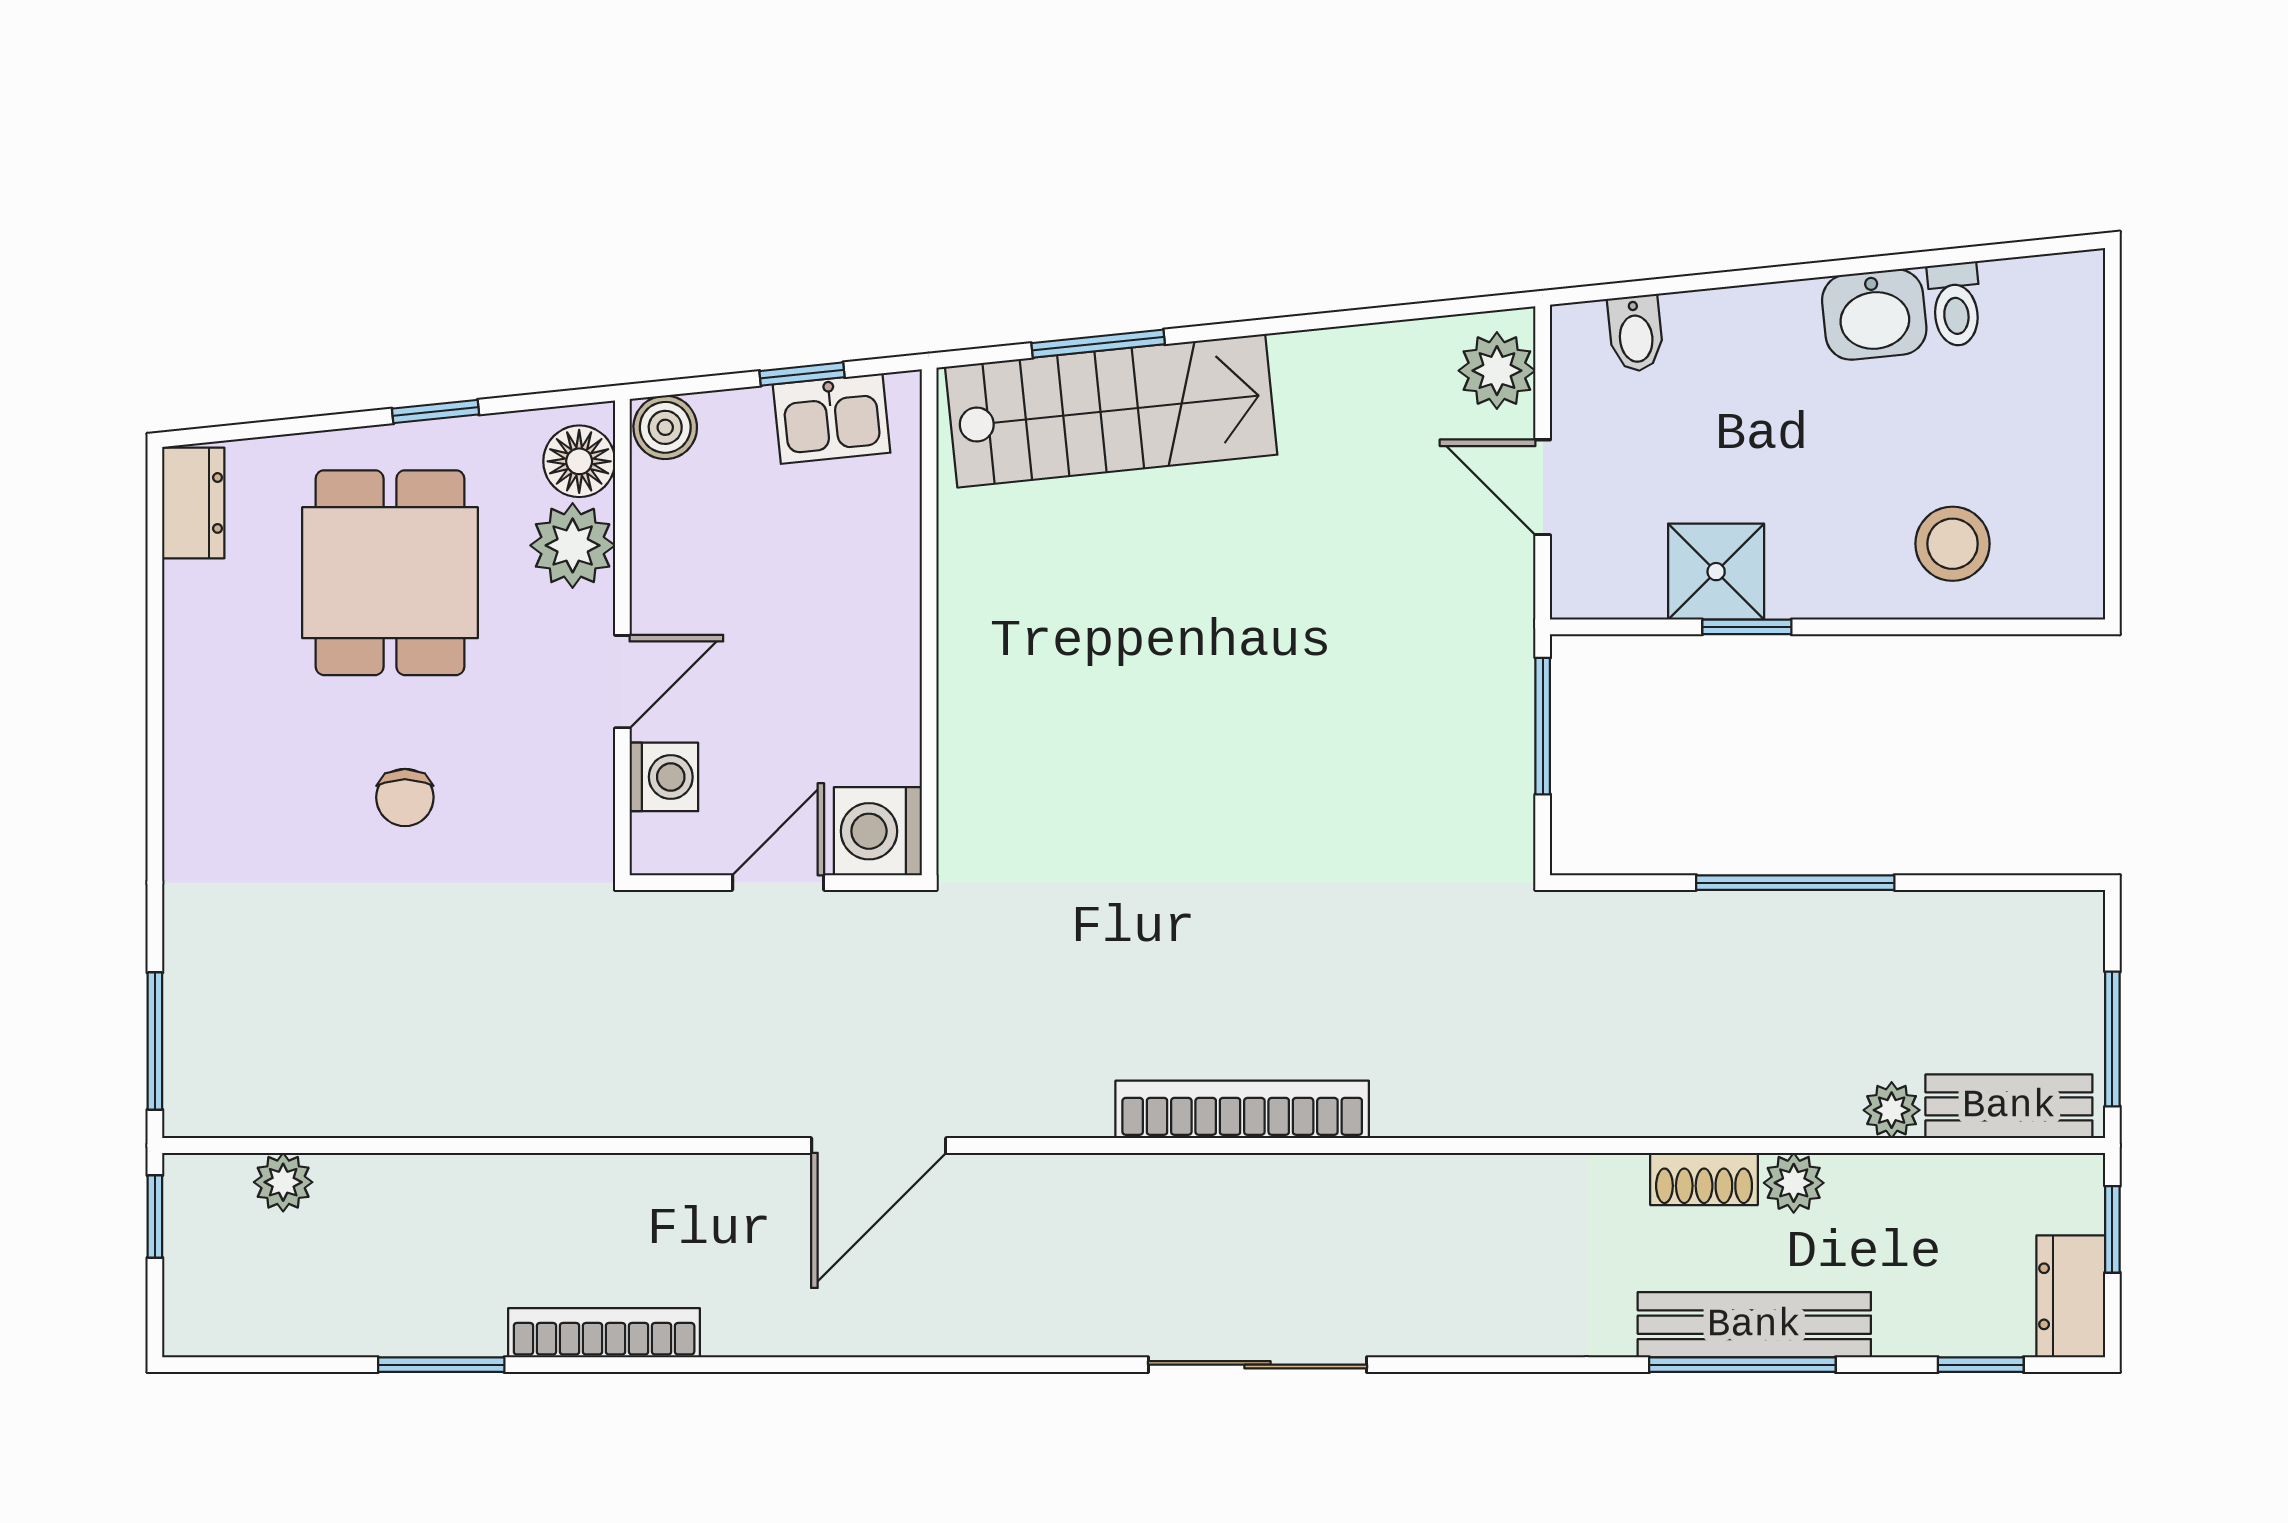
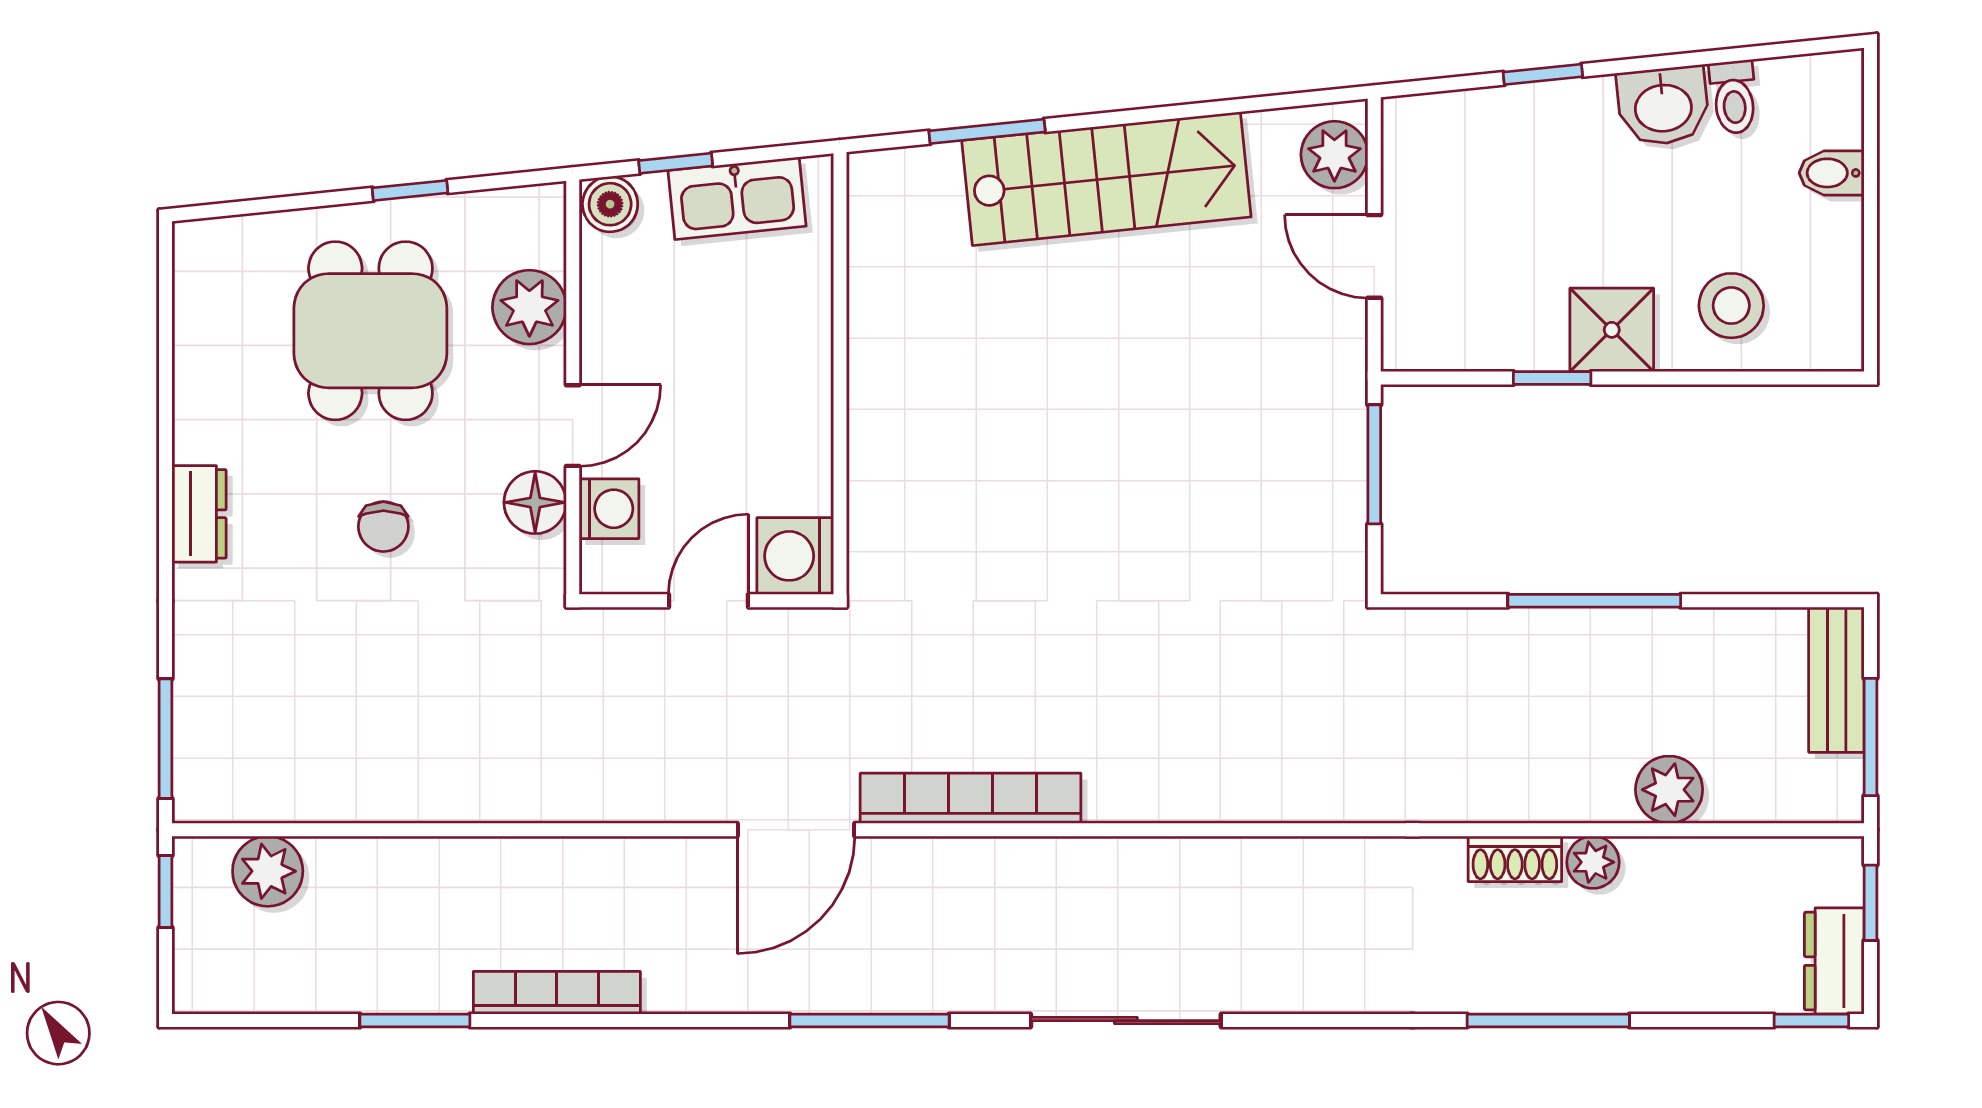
window: (1736, 278) -> (1543, 74), added
bidet: (1636, 333) -> (1832, 173), moved, turned 96
window: (802, 374) -> (676, 163), moved
stairs: (1111, 411) -> (1106, 179), moved
kitchen sink: (832, 419) -> (737, 198), width x1.38
floor lamp: (579, 461) -> (535, 502), moved
dresser: (193, 503) -> (199, 514), moved
shower: (1716, 572) -> (1612, 330), moved
bench: (2009, 1106) -> (1836, 680), moved, turned 90
bookcase: (1242, 1109) -> (971, 798), moved
plant: (1892, 1110) -> (1669, 790), width x1.38, depth x1.38
plant: (283, 1182) -> (268, 871), width x1.38, depth x1.38
bench: (1754, 1325) -> (1559, 986), removed
window: (963, 1365) -> (869, 1021), added
window: (1981, 1365) -> (1811, 1021), moved

